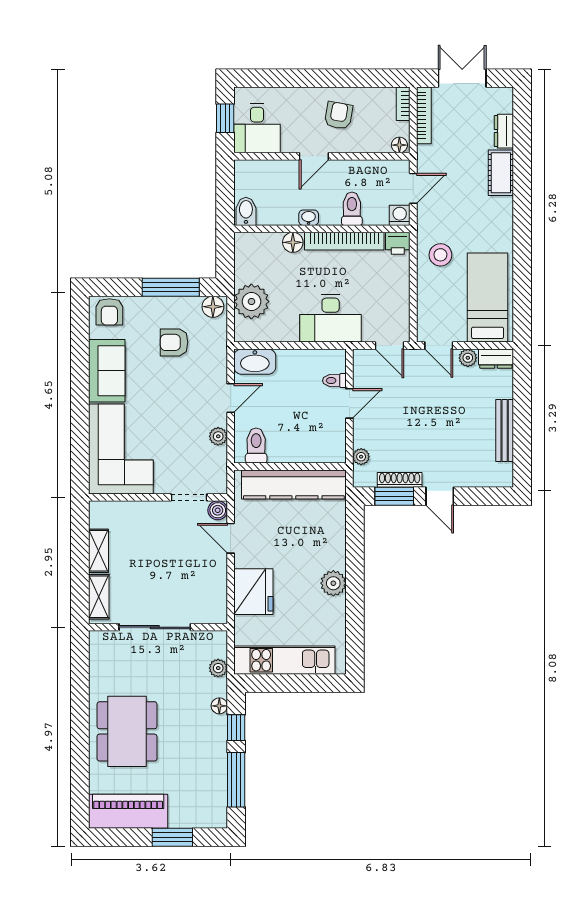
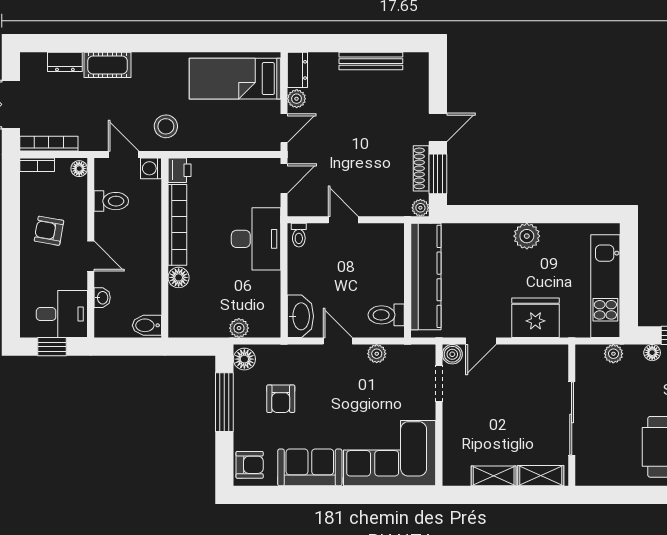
toilet: (352, 209) -> (111, 201), moved, turned 180
washbasin: (309, 218) -> (102, 298), moved, turned 180
stool: (440, 255) -> (166, 126), moved
plant: (251, 301) -> (239, 328), width x0.53, depth x0.53
toilet: (334, 381) -> (299, 235), moved
plant: (361, 457) -> (420, 208), moved

